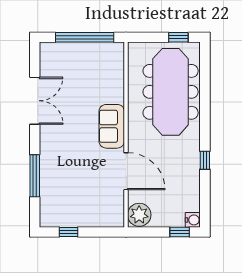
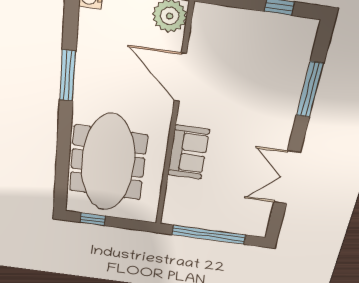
sofa: (112, 126) -> (188, 152), moved
window: (205, 160) -> (68, 76), width x2.17

